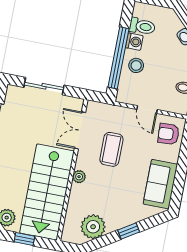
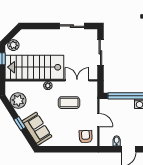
stool: (136, 65) -> (125, 108), removed
door: (147, 109) -> (98, 120), swing flipped
sofa: (160, 184) -> (37, 129), moved, turned 57

